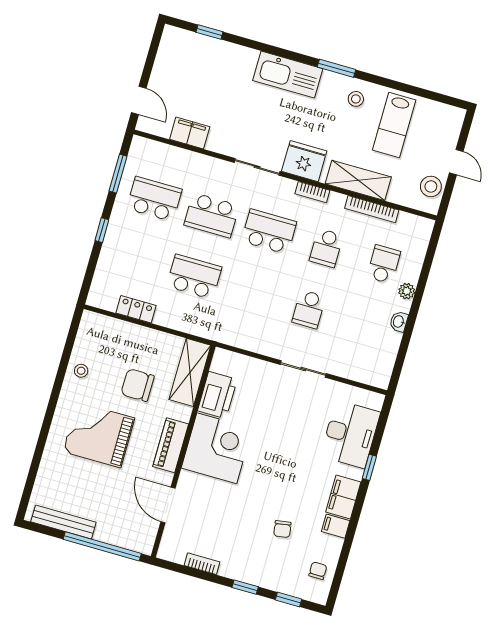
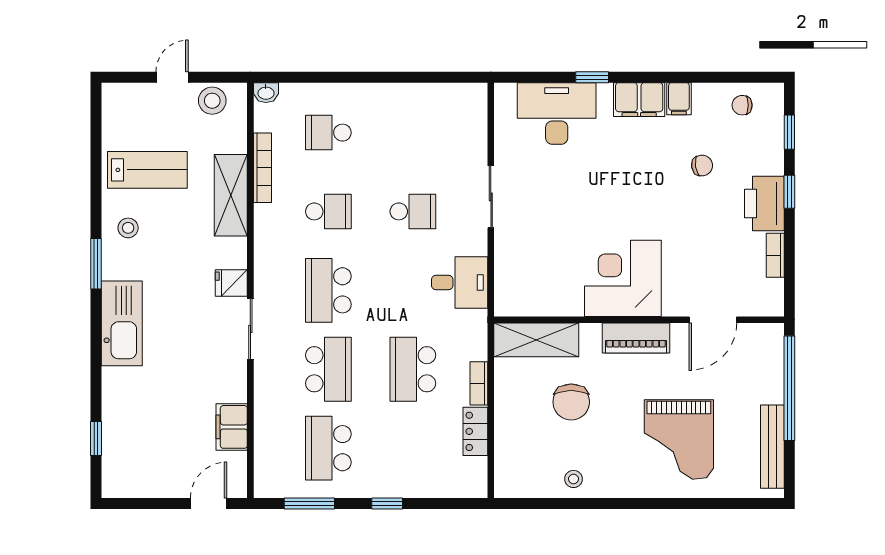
fridge: (304, 161) -> (231, 283), width x0.53, depth x0.75
bookcase: (312, 192) -> (479, 383), moved, turned 180
plant: (407, 291) -> (354, 94), removed
washbasin: (399, 322) -> (266, 93), moved
desk: (248, 329) -> (460, 283), added
printer: (217, 395) -> (764, 204), moved, turned -90
grand piano: (99, 435) -> (679, 439), moved

